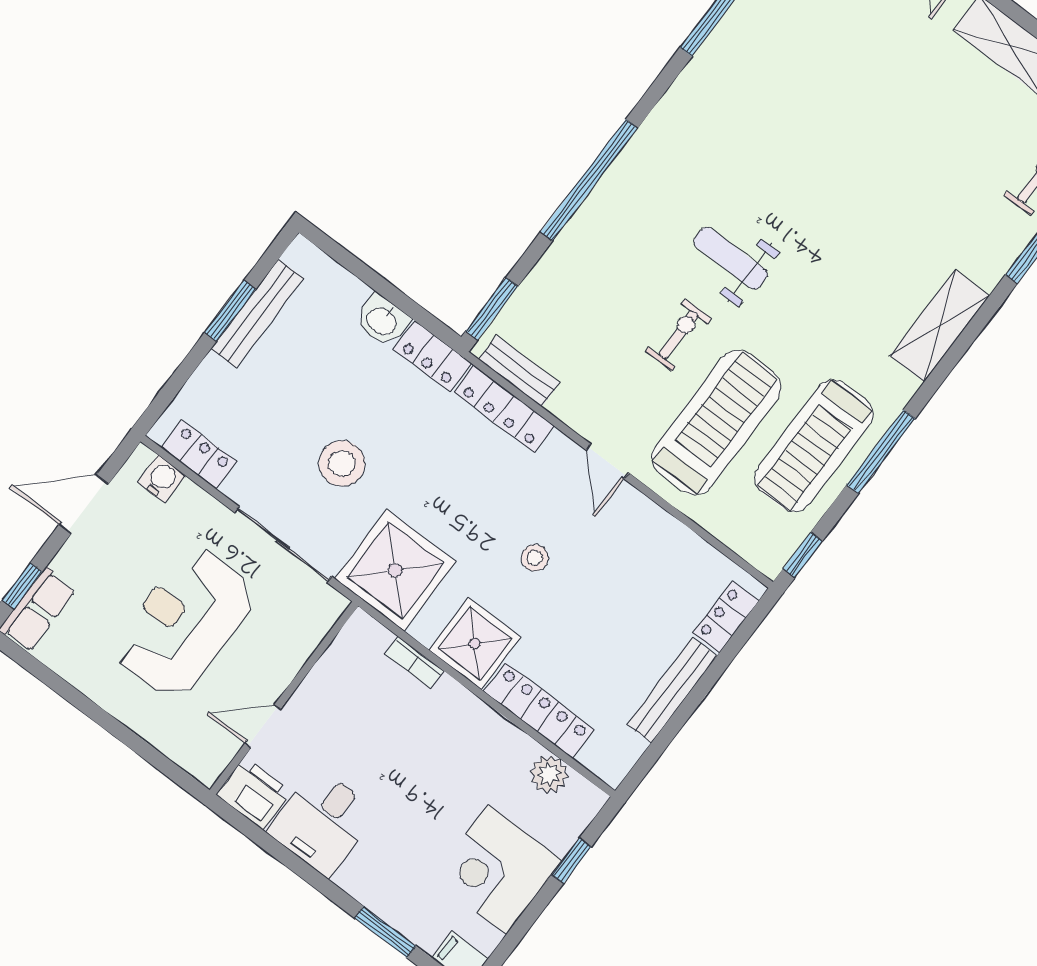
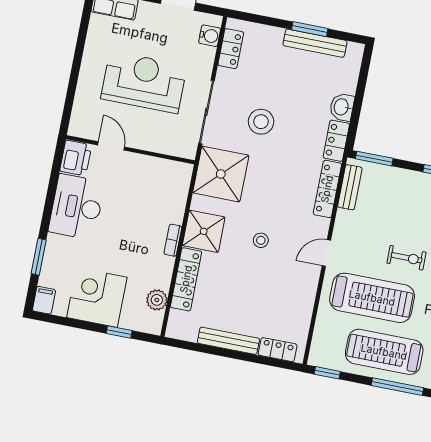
bookcase: (414, 662) -> (173, 240), moved
desk: (322, 822) -> (77, 207), width x1.37

